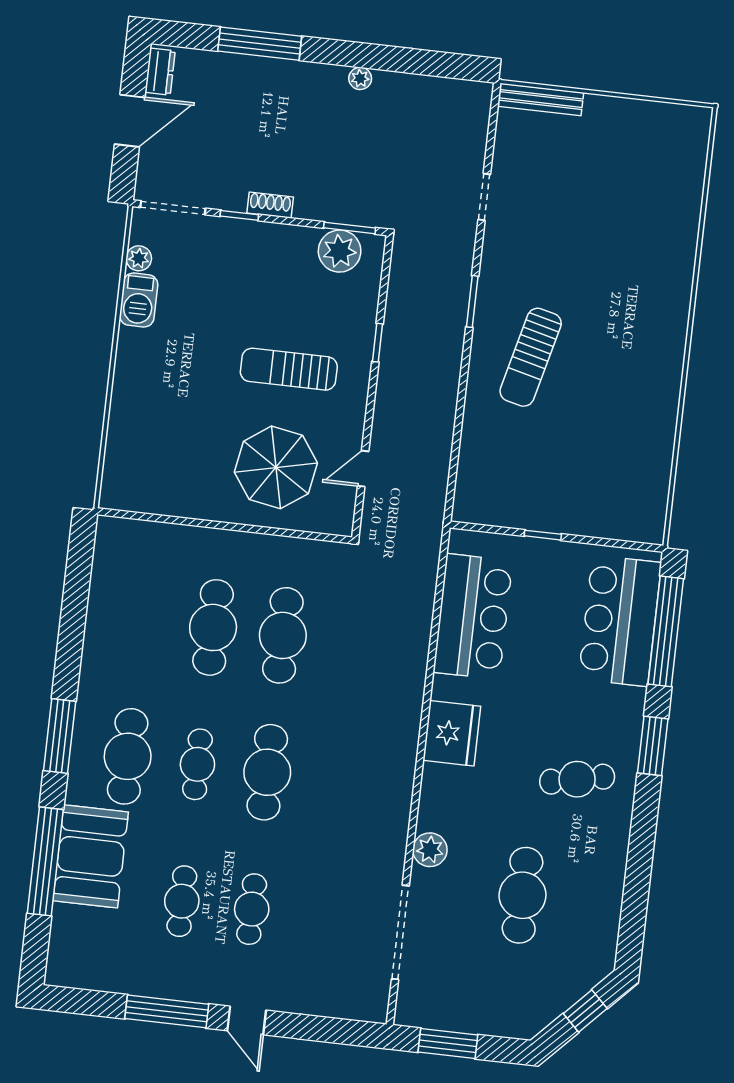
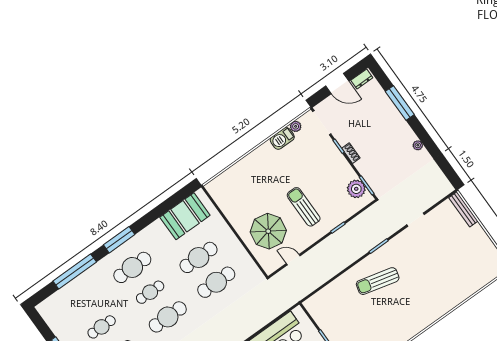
booth: (91, 856) -> (185, 216), moved

